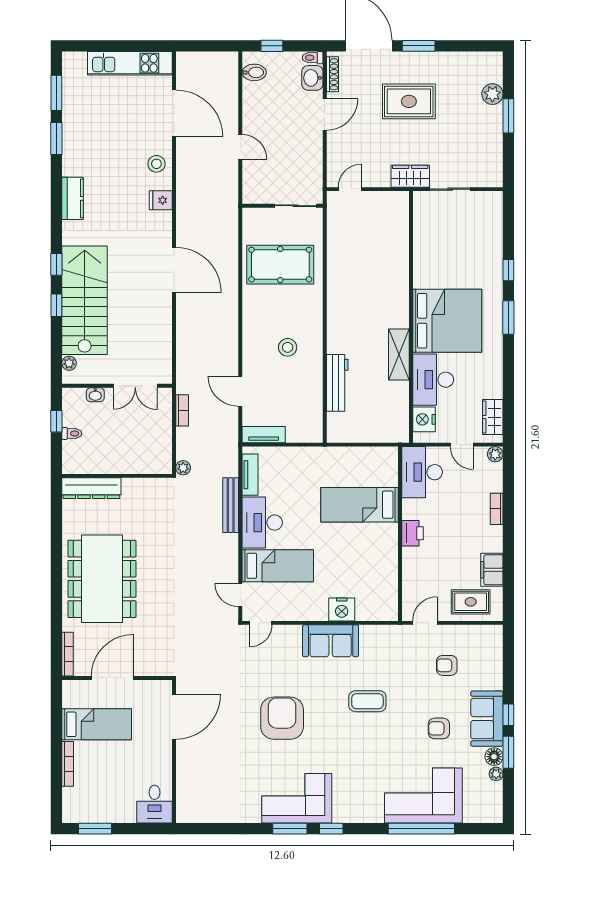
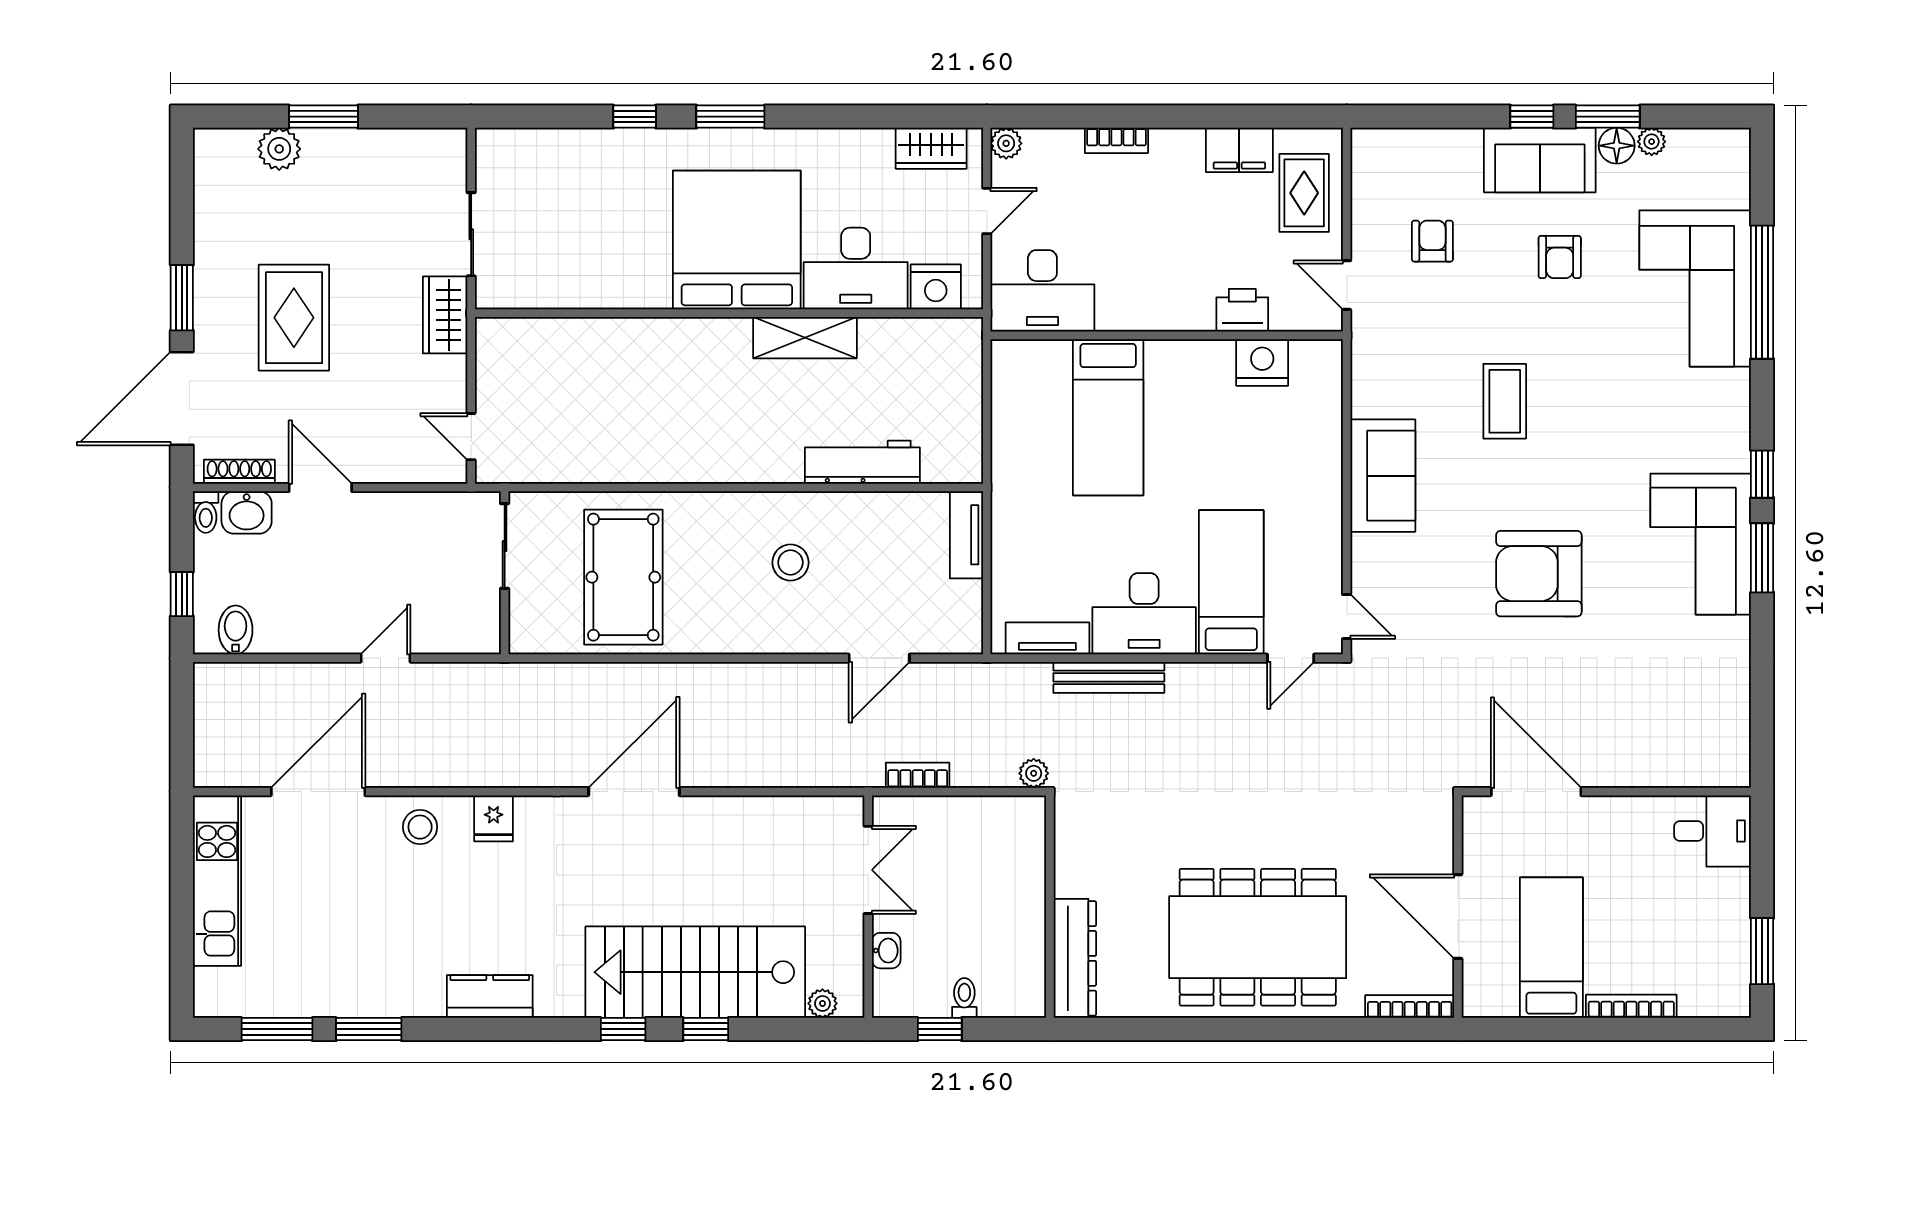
tv unit: (264, 435) -> (966, 535), moved
printer: (413, 533) -> (1242, 310), moved
nightstand: (342, 609) -> (1262, 362), moved, turned -90
armchair: (447, 665) -> (1432, 241), turned 180

